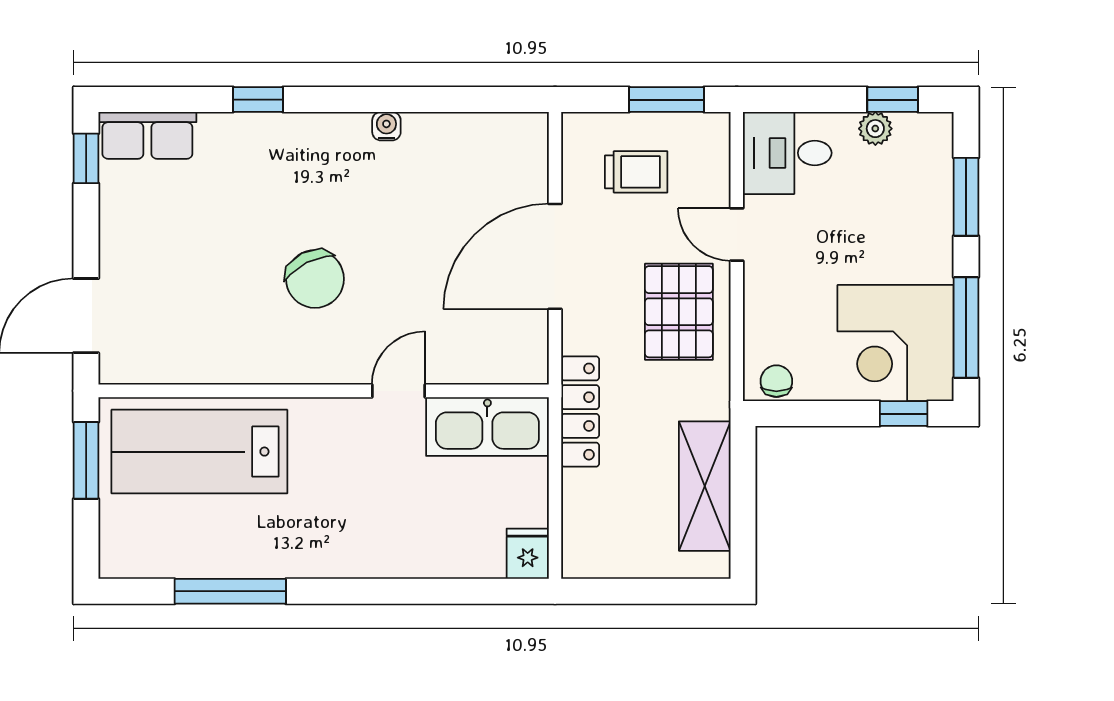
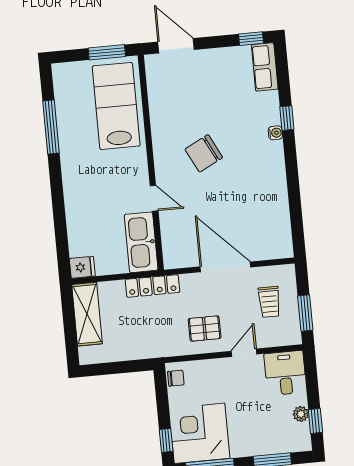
water cooler: (386, 126) -> (275, 133), moved
pallet: (679, 312) -> (205, 329), width x0.67, depth x0.71
shelving: (705, 486) -> (87, 314), moved, turned 90

